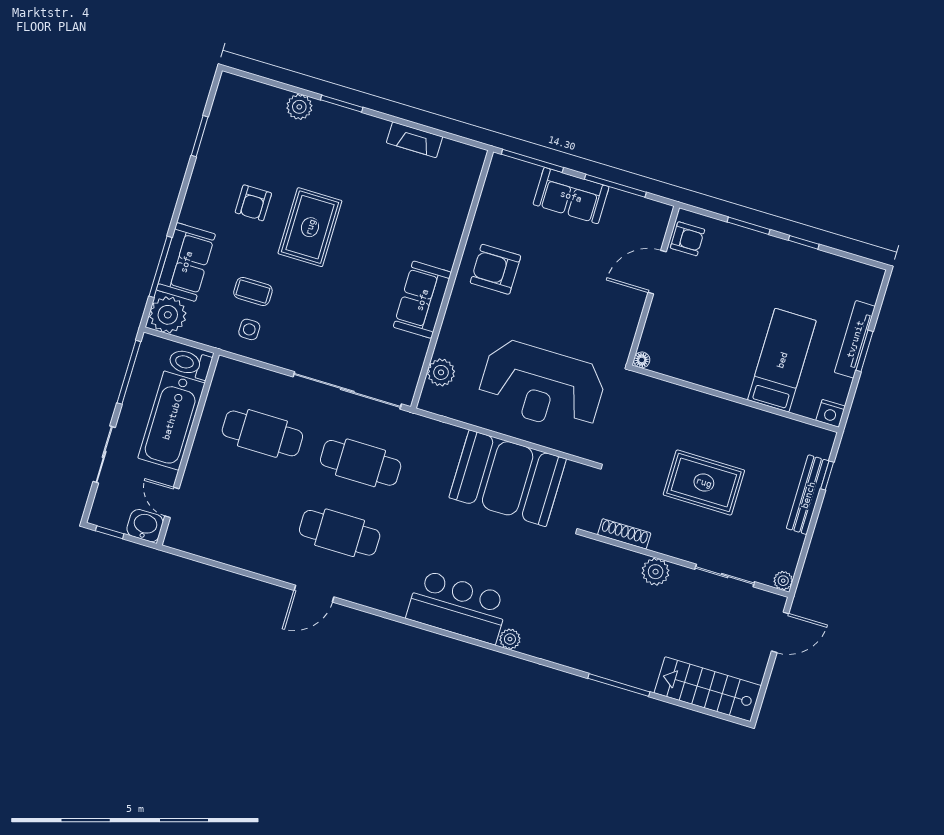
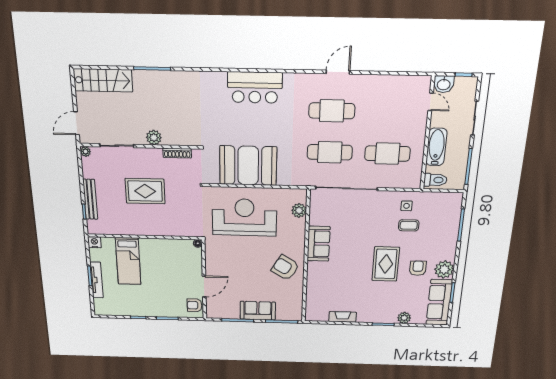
sofa: (186, 262) -> (439, 302), moved, width x1.36
armchair: (495, 269) -> (285, 268), turned -149
plant: (168, 315) -> (444, 269), moved
bathtub: (171, 421) -> (436, 147), width x0.73, depth x0.73
plant: (510, 639) -> (221, 77), removed

